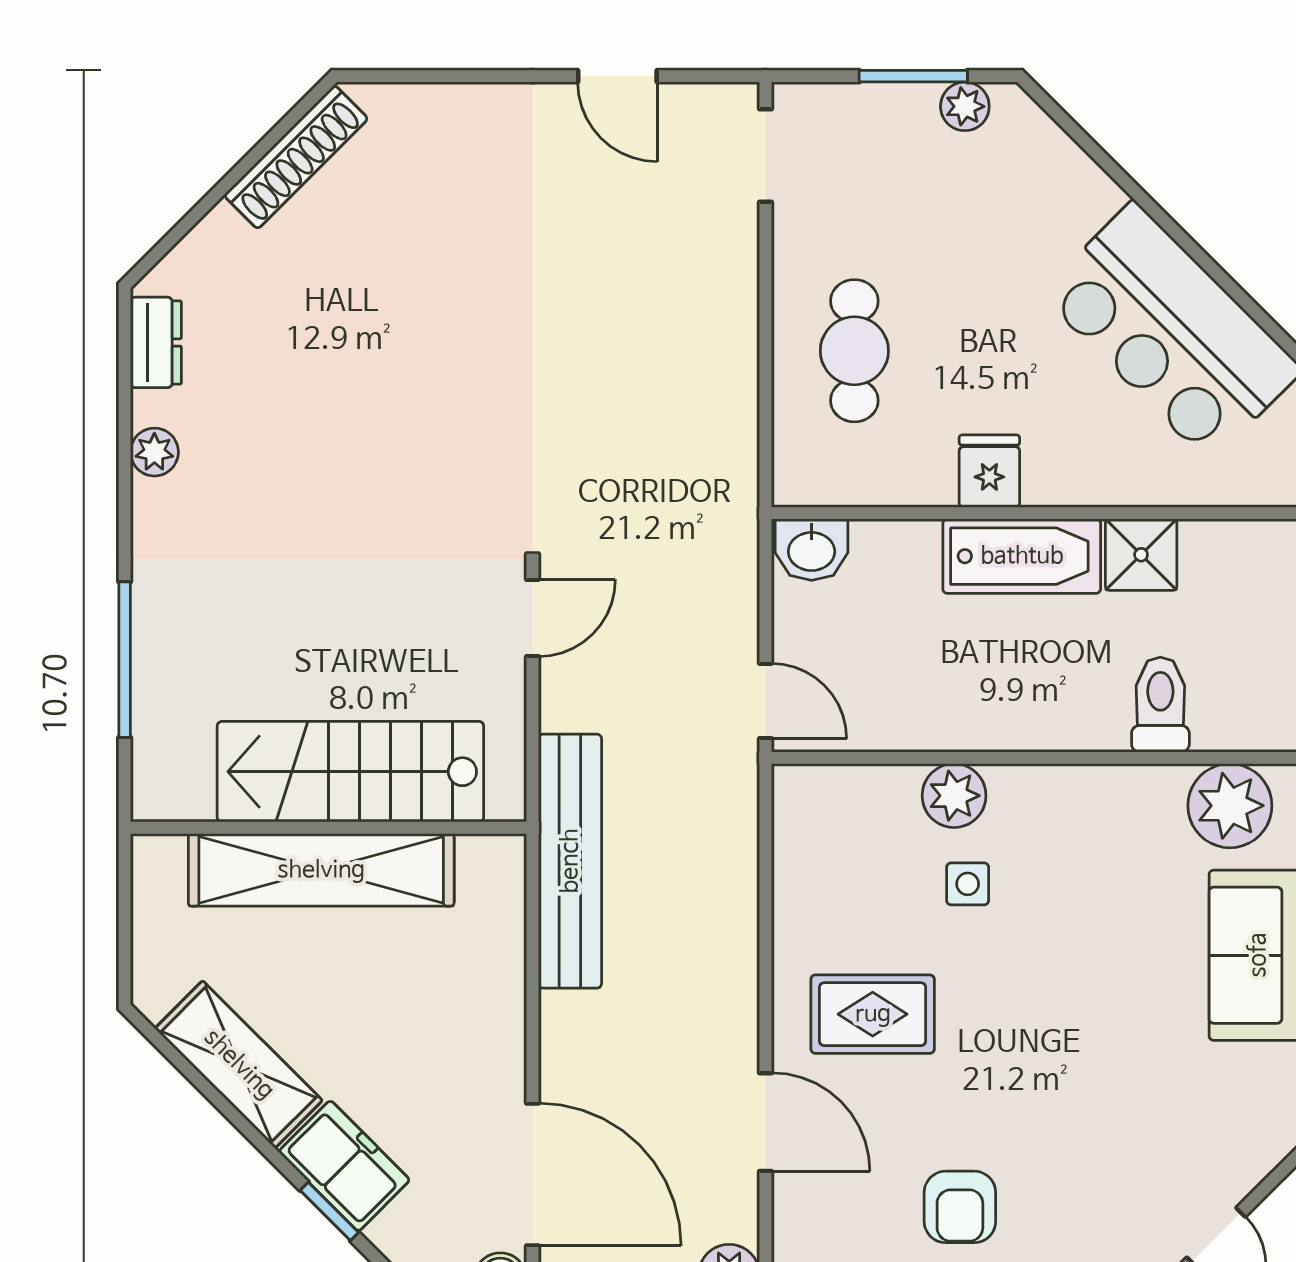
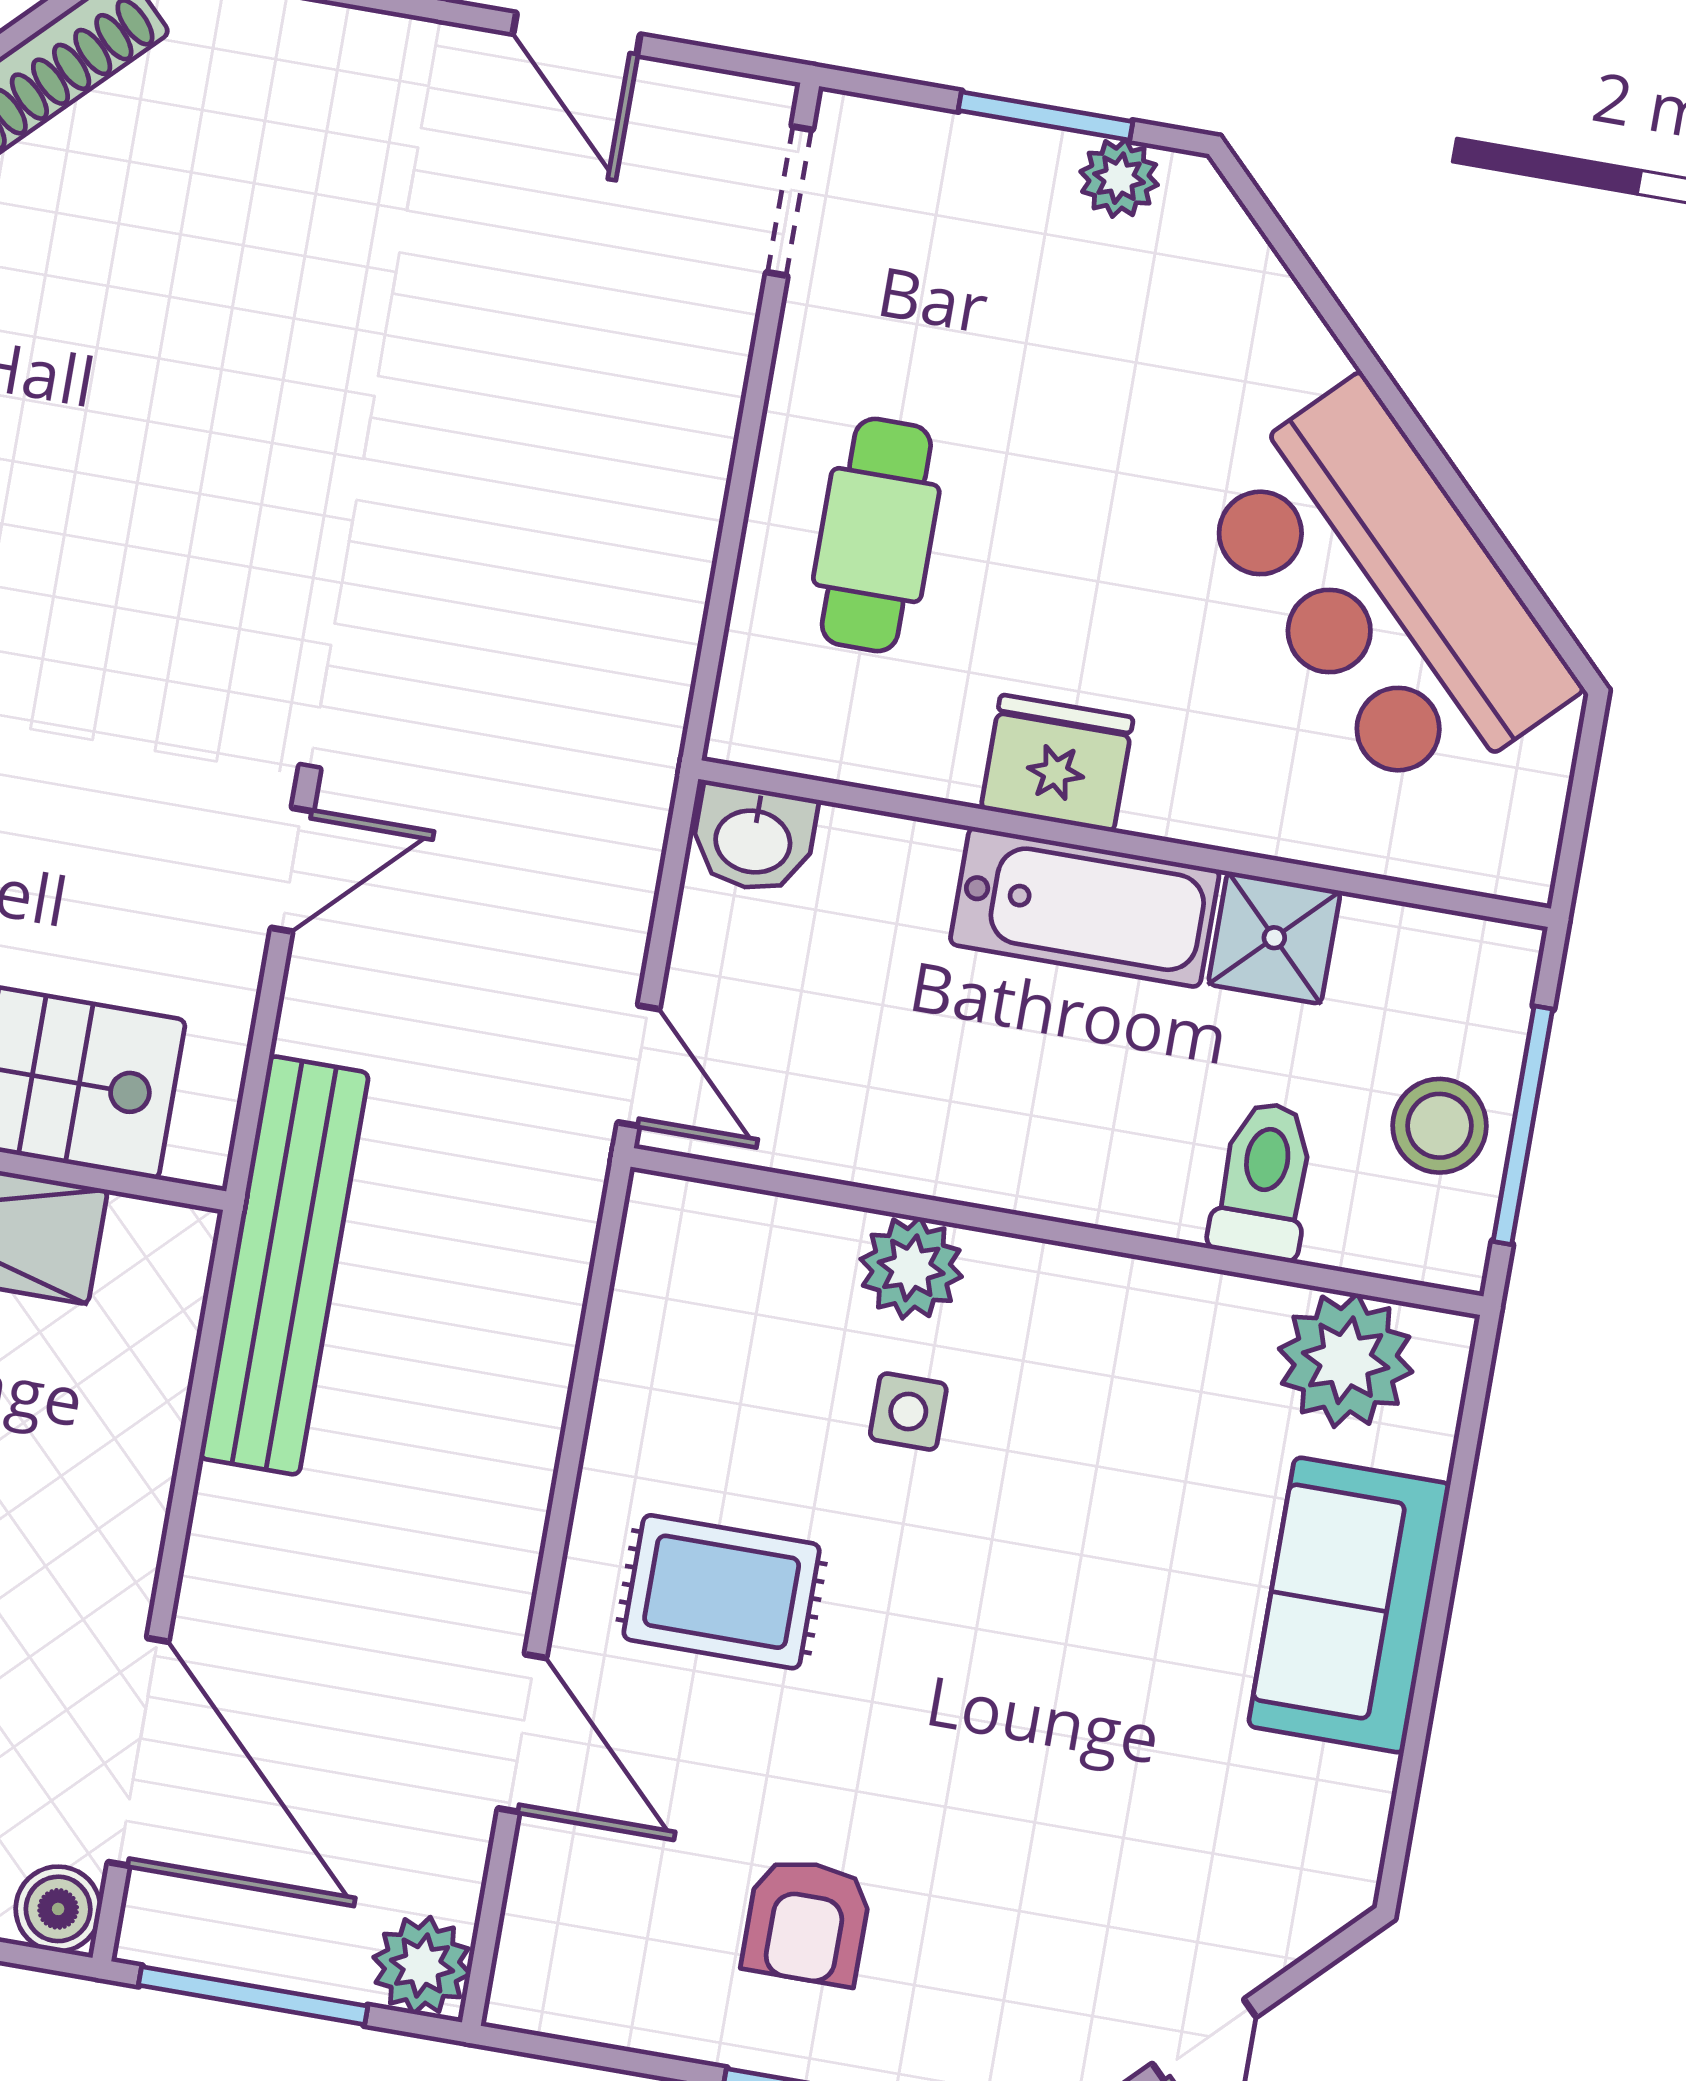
fridge: (989, 471) -> (1057, 763), width x1.38
stool: (1262, 652) -> (1440, 1126), added

